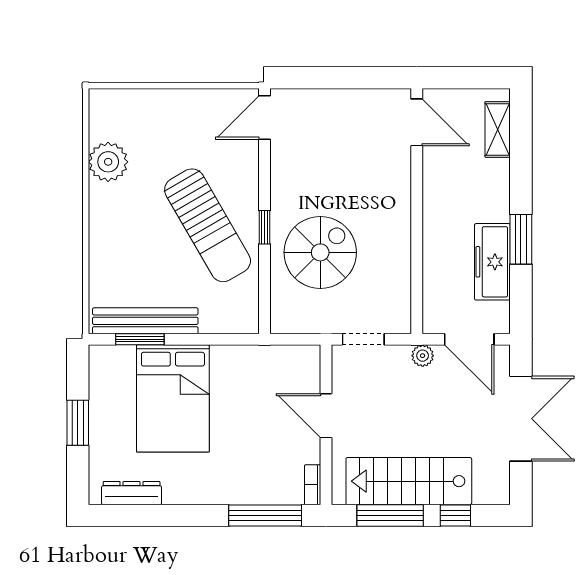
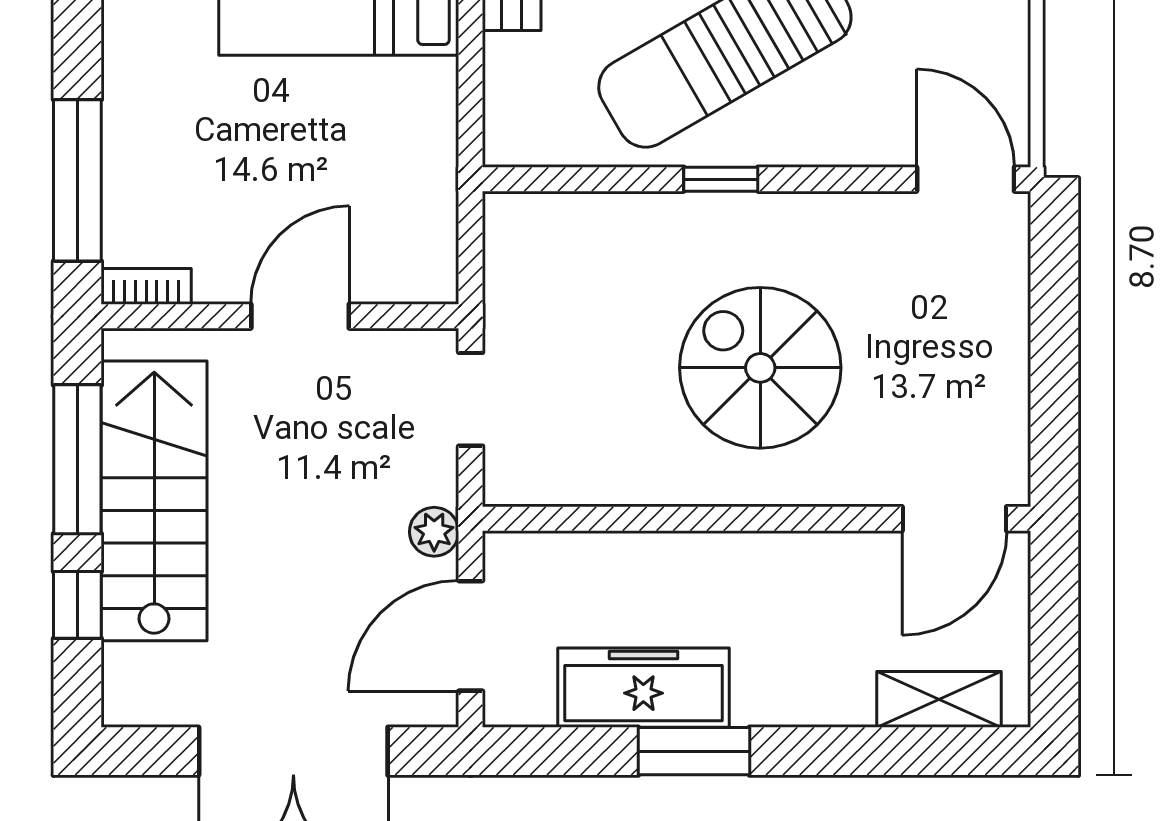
spiral stairs: (320, 252) -> (760, 368), moved, turned 180

